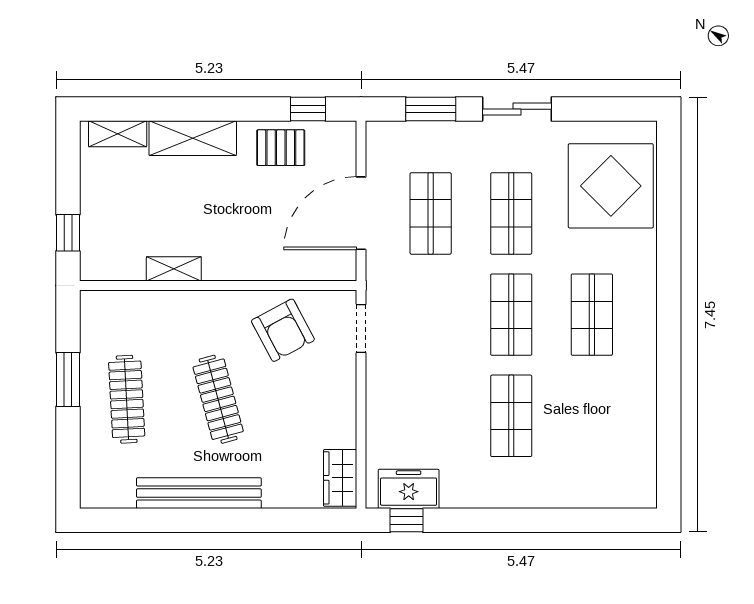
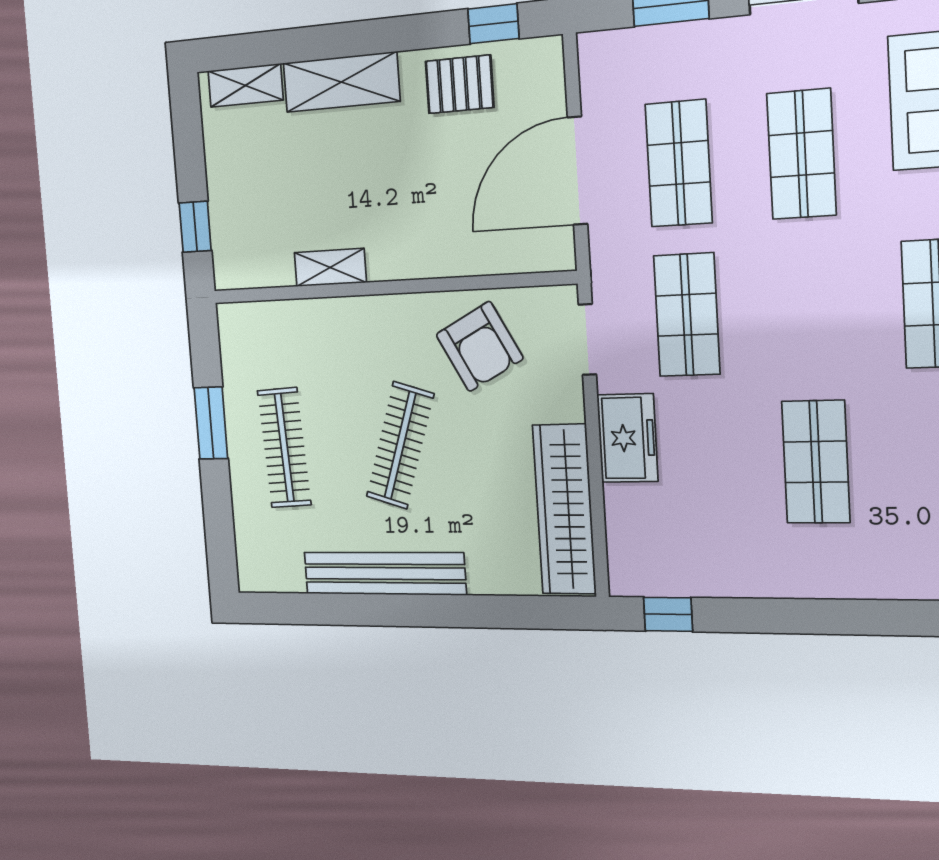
shop shelf: (511, 315) -> (687, 315), moved
clothes rail: (218, 399) -> (400, 445), turned 33
wardrobe: (340, 478) -> (564, 509), width x2.10, depth x1.17
freezer: (409, 489) -> (627, 438), moved, turned 90

